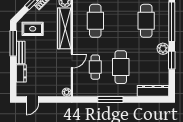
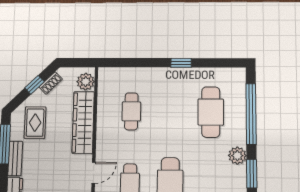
cafe table: (95, 21) -> (131, 111), width x0.73, depth x0.74
rug: (33, 29) -> (35, 123), turned 90

